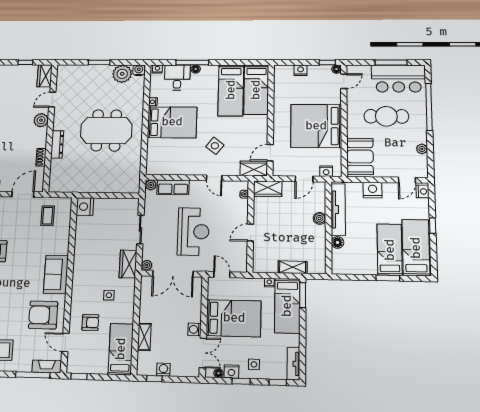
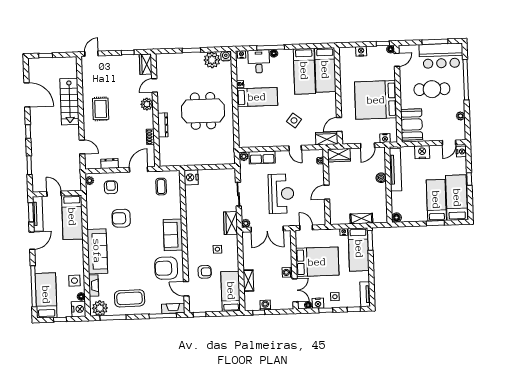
bed: (172, 122) -> (257, 97), width x0.67
floor lamp: (337, 242) -> (396, 218), moved

